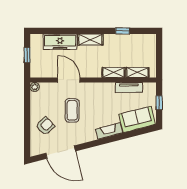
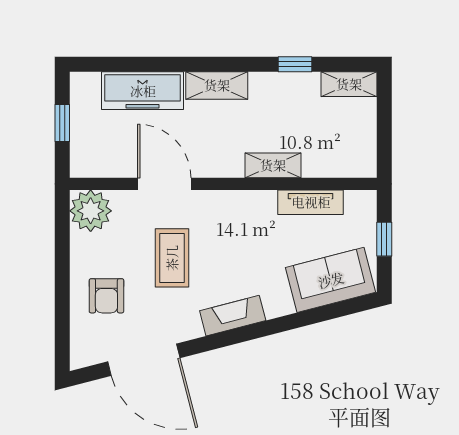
shelving: (137, 72) -> (349, 84), moved
plant: (35, 87) -> (91, 211), width x1.88, depth x1.88
armchair: (45, 126) -> (106, 296), turned 133
fireplace: (109, 131) -> (233, 316), moved

